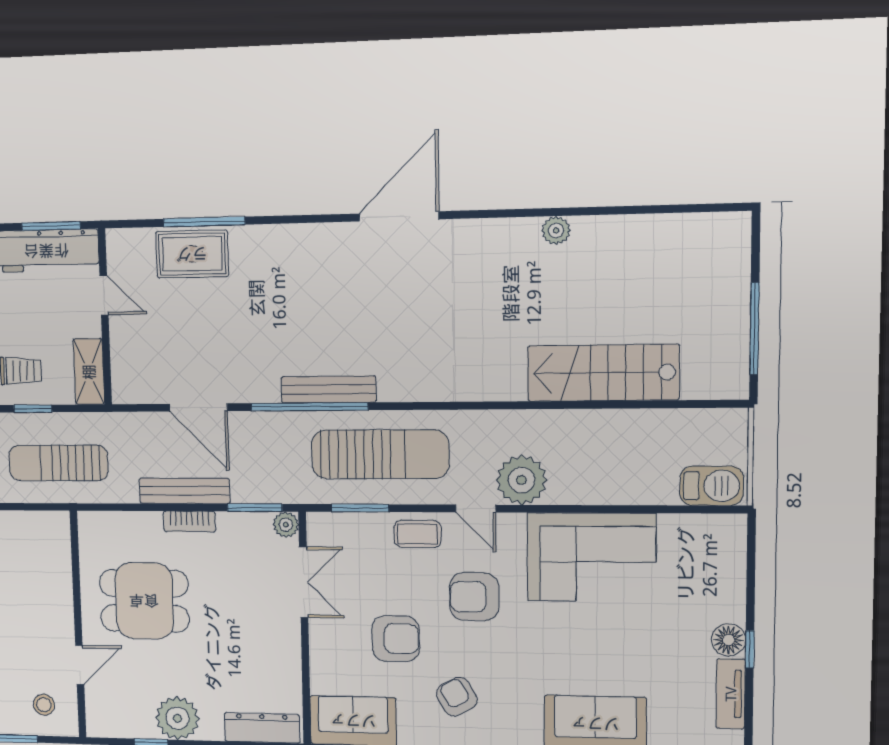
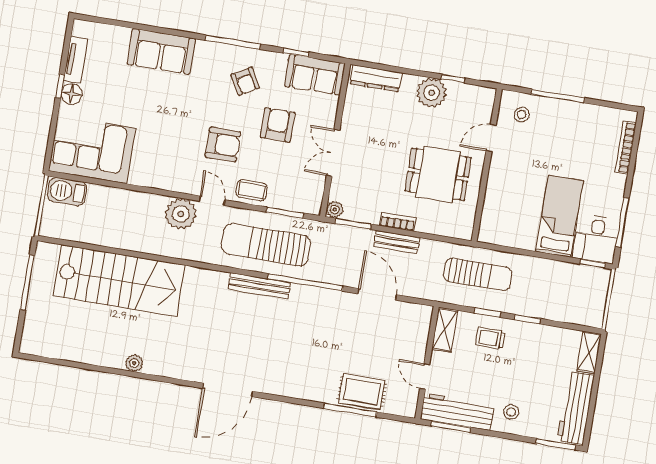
stairs: (603, 373) -> (119, 280), width x1.36, depth x1.51
bench: (329, 389) -> (259, 286), moved
bench: (185, 491) -> (397, 242), width x0.73
corner sofa: (591, 557) -> (92, 150), moved
double door: (304, 582) -> (333, 153), moved
armchair: (396, 639) -> (278, 125), turned 90

